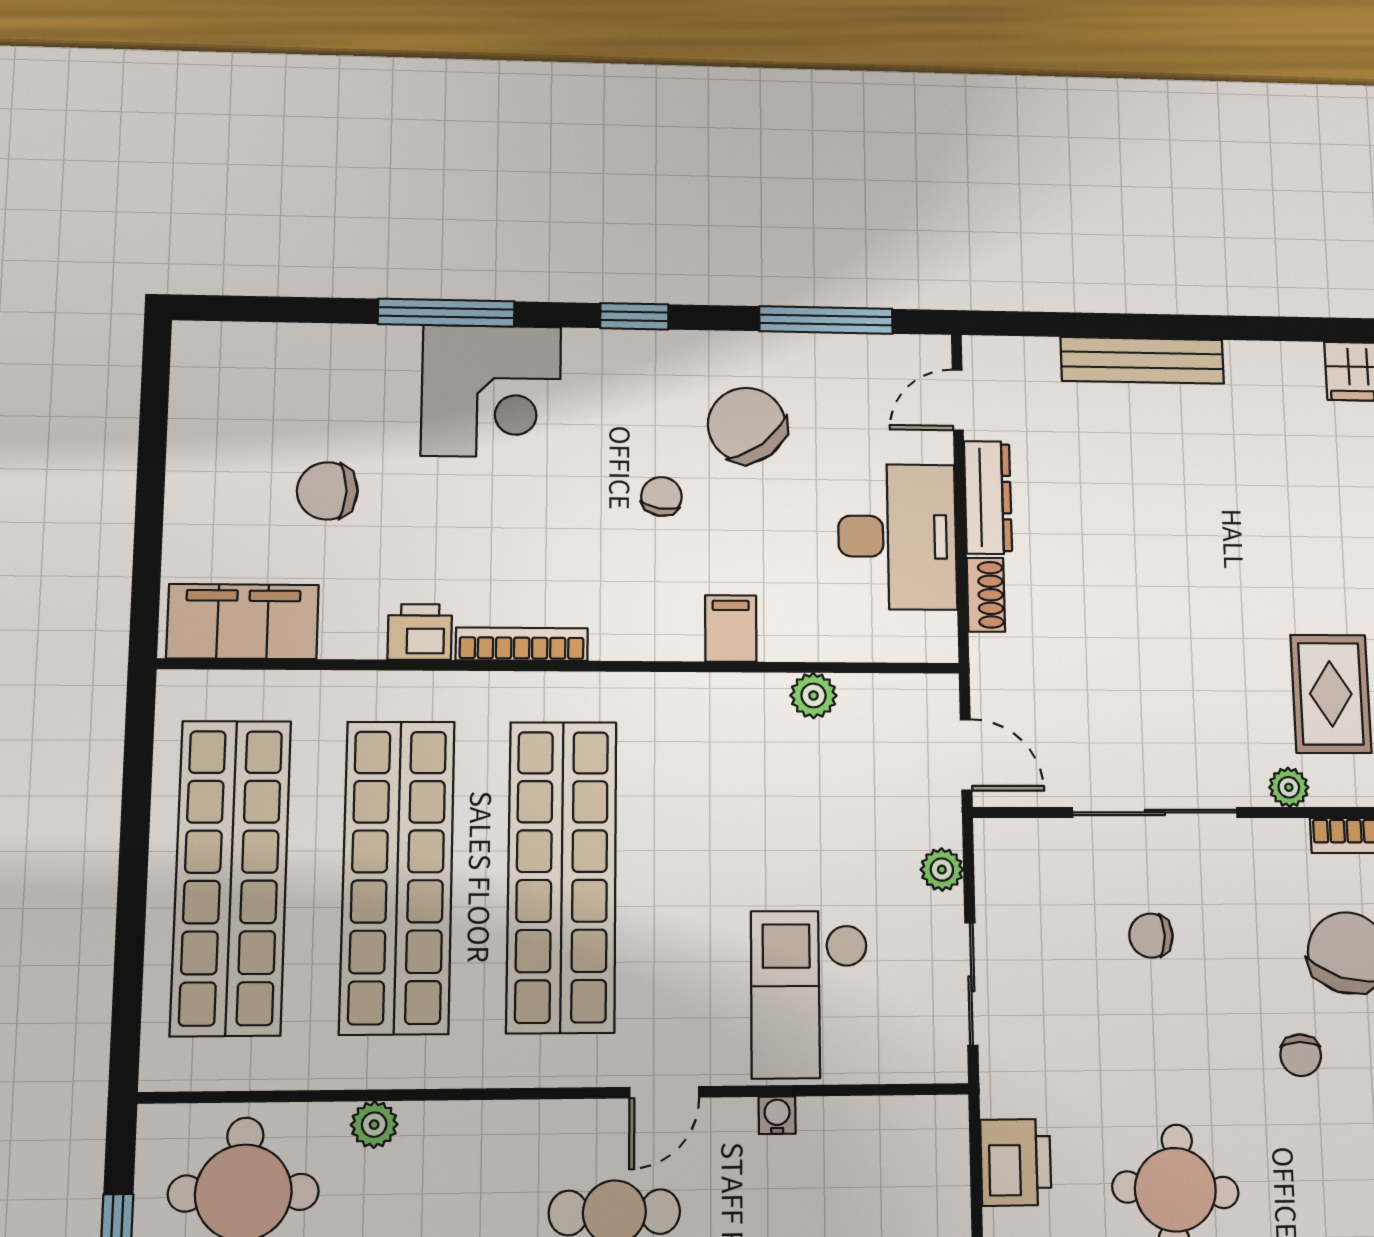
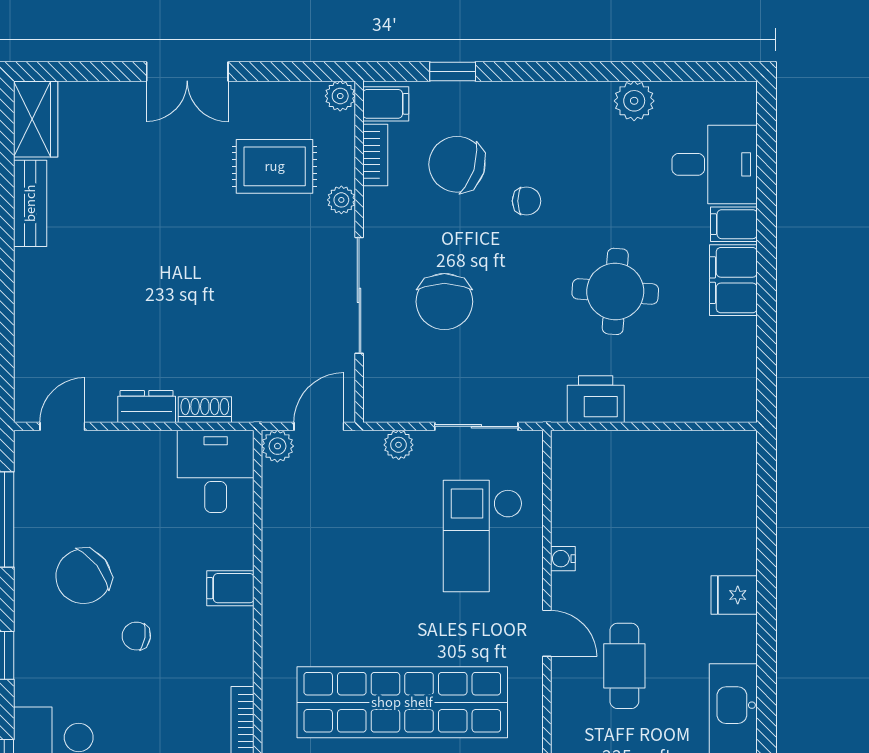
bench: (1142, 360) -> (30, 203), moved, width x0.73
door: (958, 400) -> (62, 426), swing flipped
dresser: (988, 497) -> (147, 406), width x0.70
desk: (897, 536) -> (216, 471), moved, width x0.73
plant: (813, 695) -> (277, 446), moved
chair: (1151, 936) -> (444, 302), width x1.87, depth x1.87
checkout: (810, 994) -> (483, 536), turned 90

